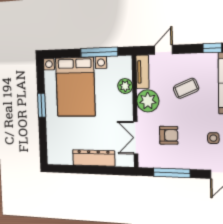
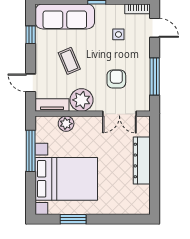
window: (42, 105) -> (73, 219), moved

